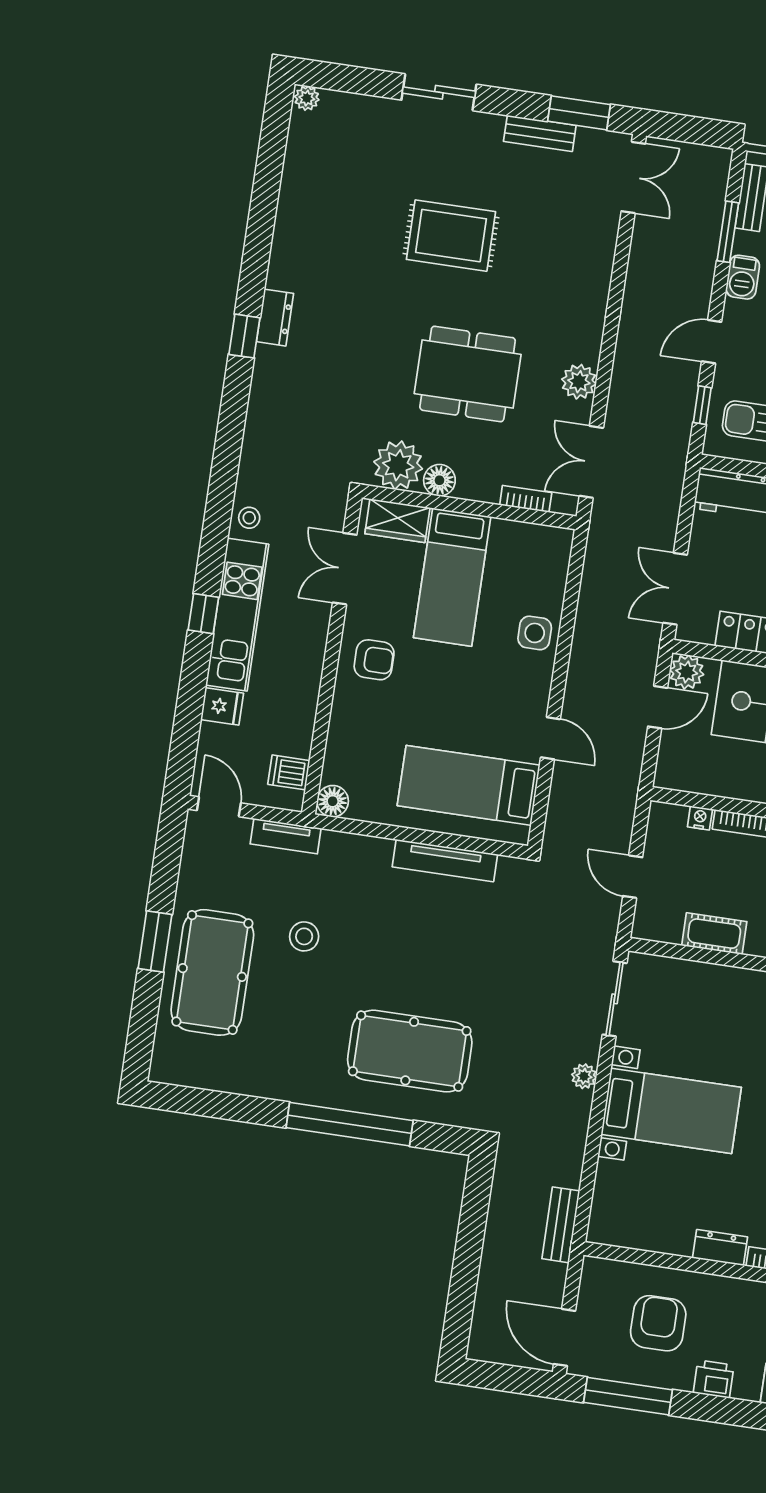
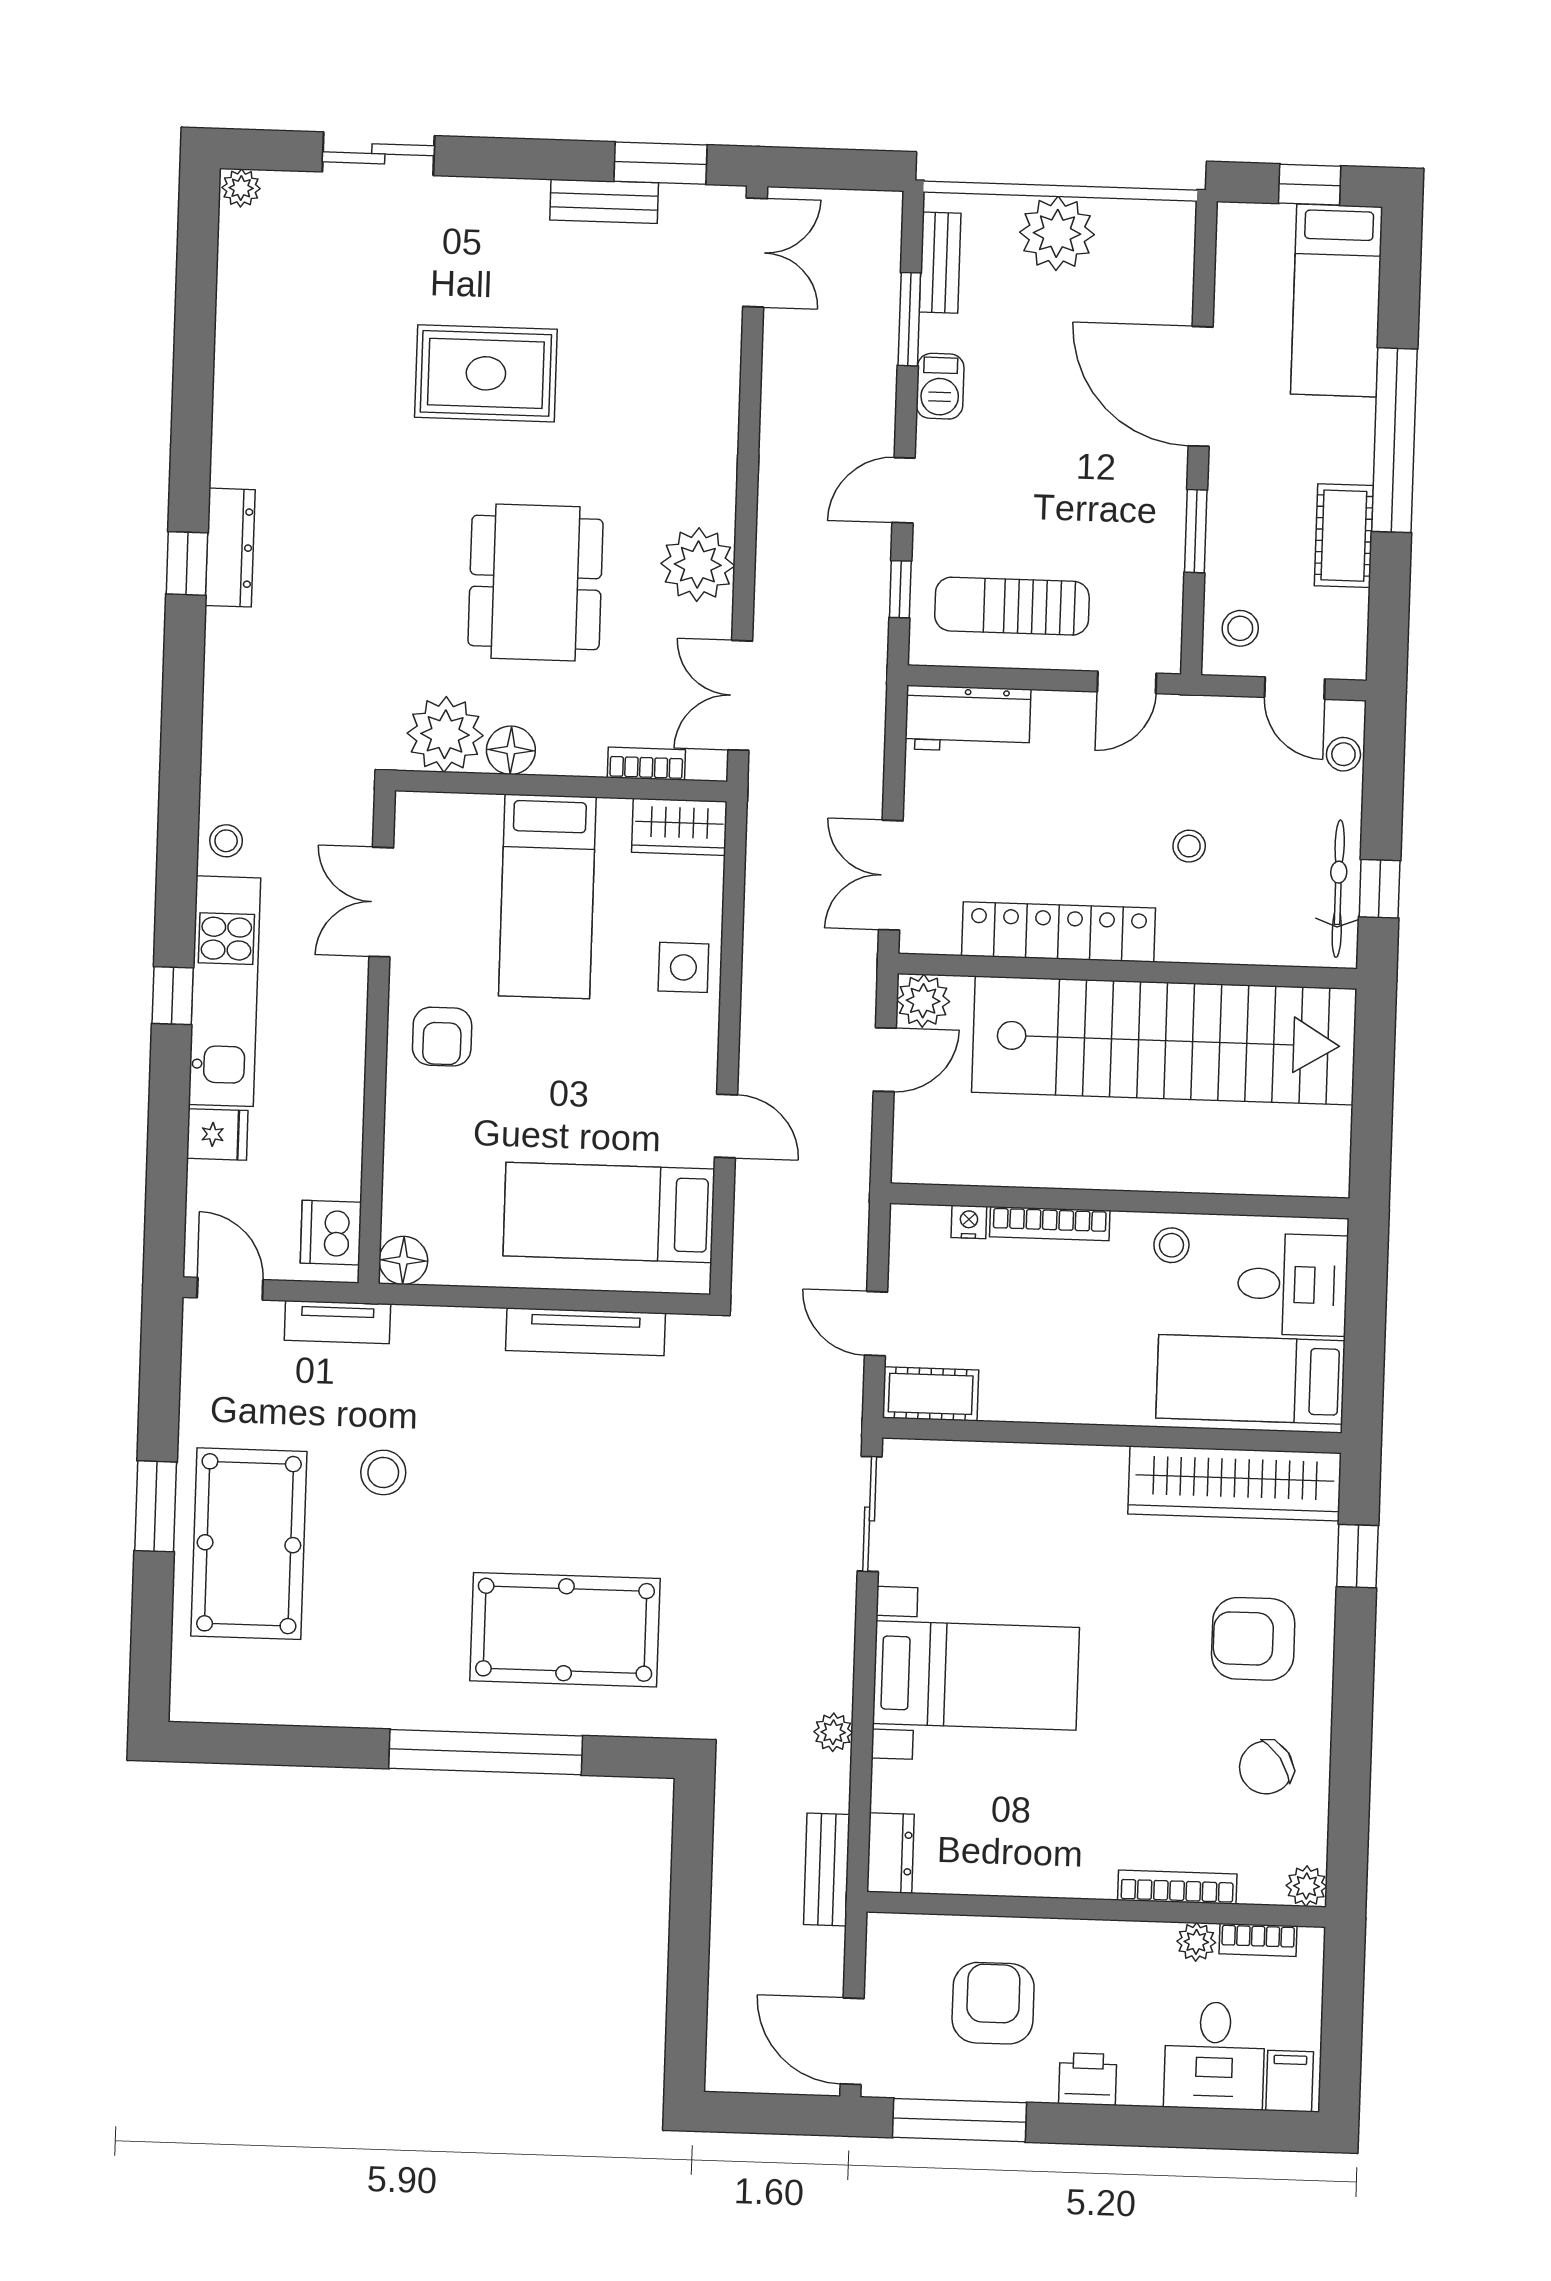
sliding door: (439, 92) -> (378, 154), moved
dresser: (275, 318) -> (230, 548), width x1.44
dining table: (468, 374) -> (536, 582), turned 90
plant: (579, 382) -> (698, 565), width x1.36, depth x1.36
wardrobe: (397, 521) -> (679, 827), moved
armchair: (374, 660) -> (442, 1037), turned 90
dishwasher: (289, 772) -> (331, 1233), width x1.38
cot: (714, 934) -> (931, 1394), moved
plant: (584, 1076) -> (833, 1732), moved
dresser: (720, 1248) -> (891, 1853), moved, turned 90

